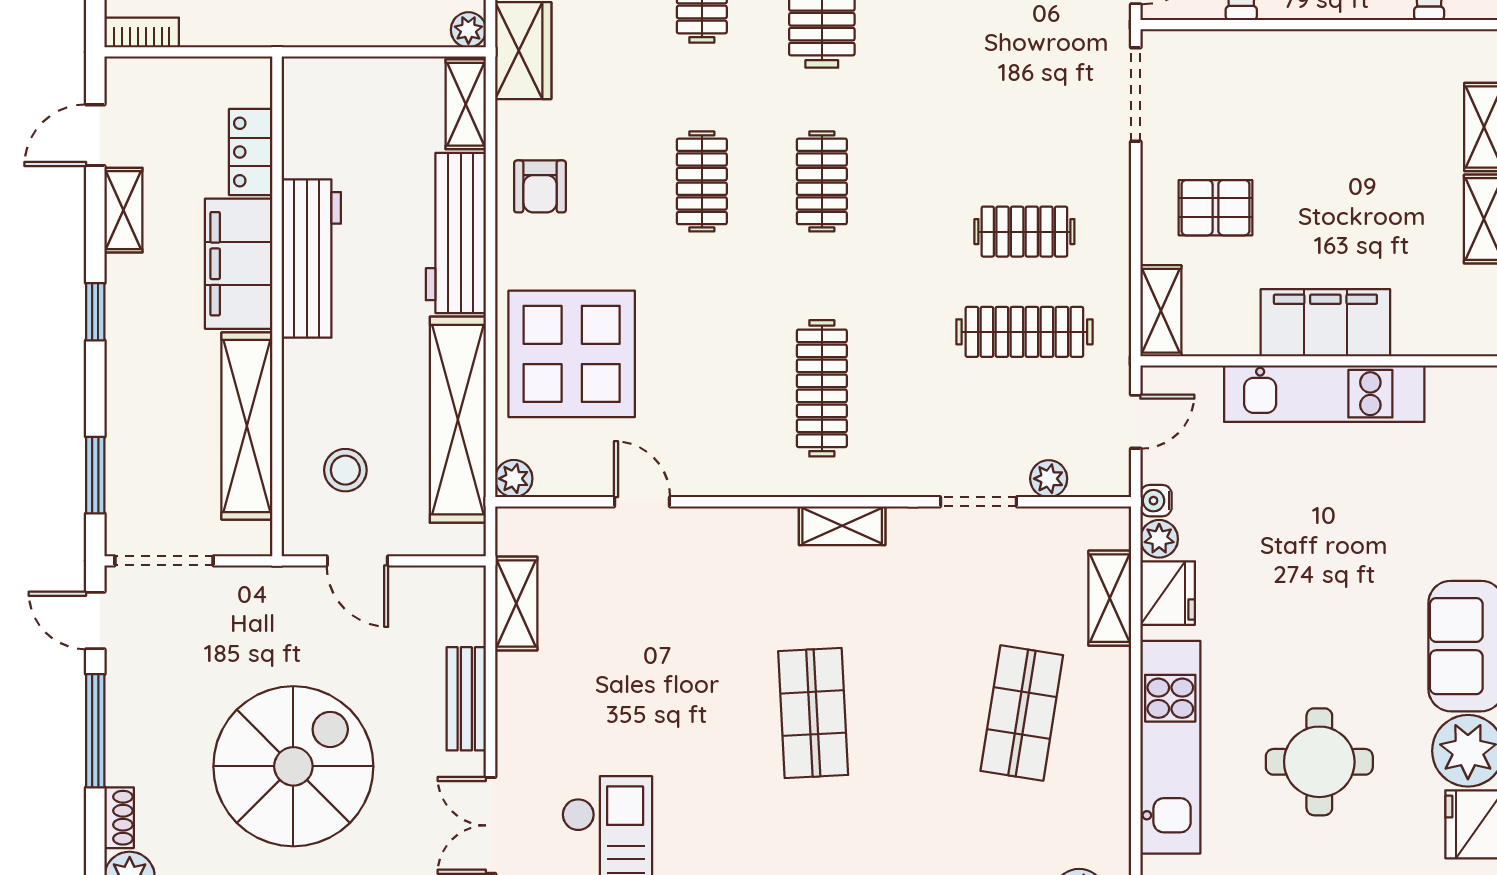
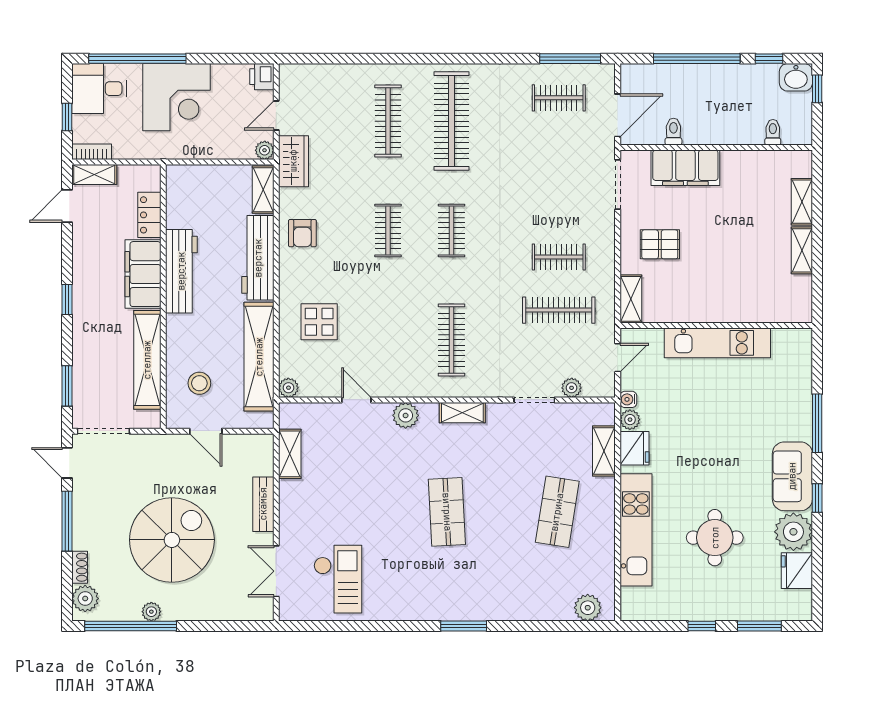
shelving: (123, 210) -> (94, 174), moved, turned 90
filing cabinet: (1325, 323) -> (685, 168), moved, turned 180
display table: (572, 354) -> (319, 322), width x0.54, depth x0.54
plant: (735, 531) -> (406, 415), added

